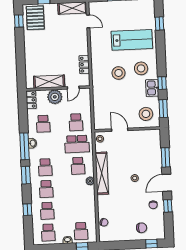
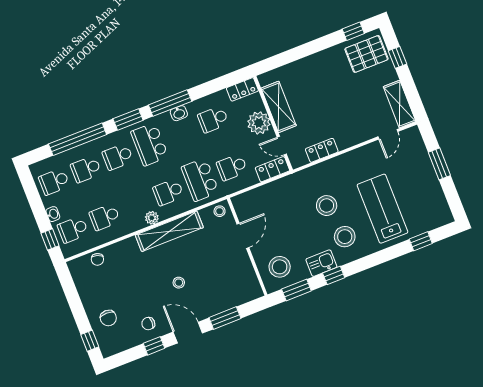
lab bench: (132, 40) -> (382, 209), turned 180
locker: (86, 98) -> (272, 169), added
school desk: (45, 167) -> (150, 144), width x1.85
school desk: (80, 209) -> (105, 217), added
window: (27, 210) -> (78, 139), width x3.17

